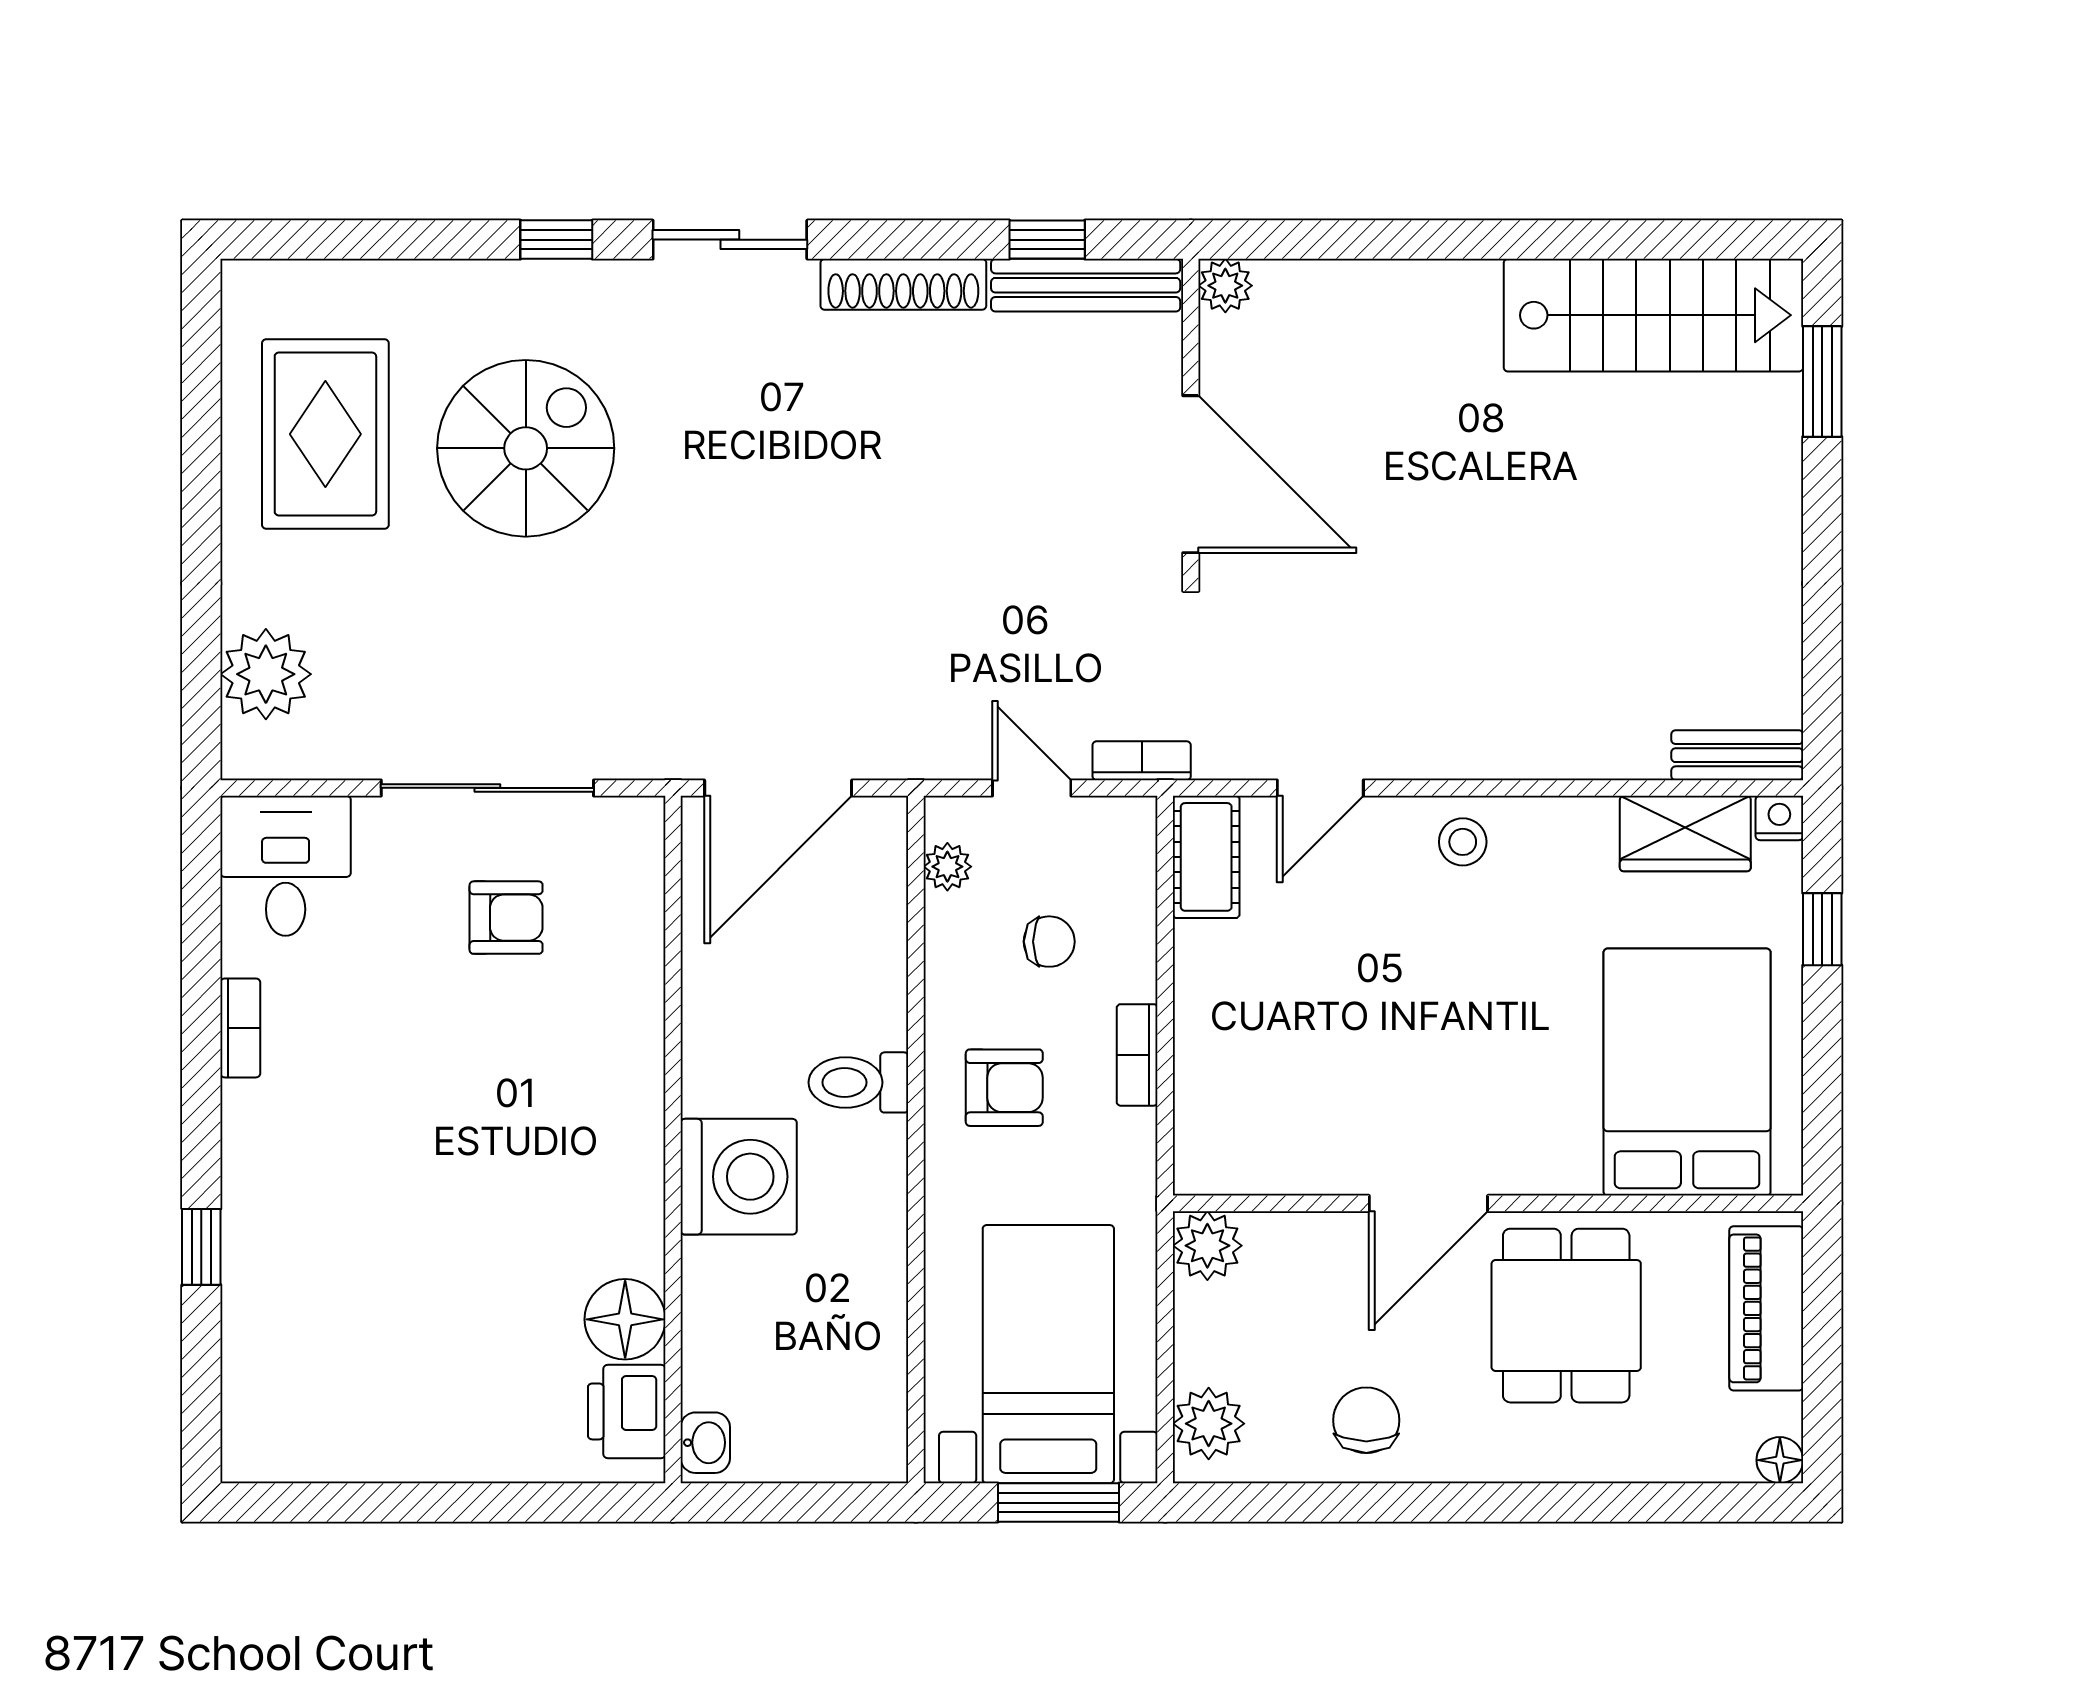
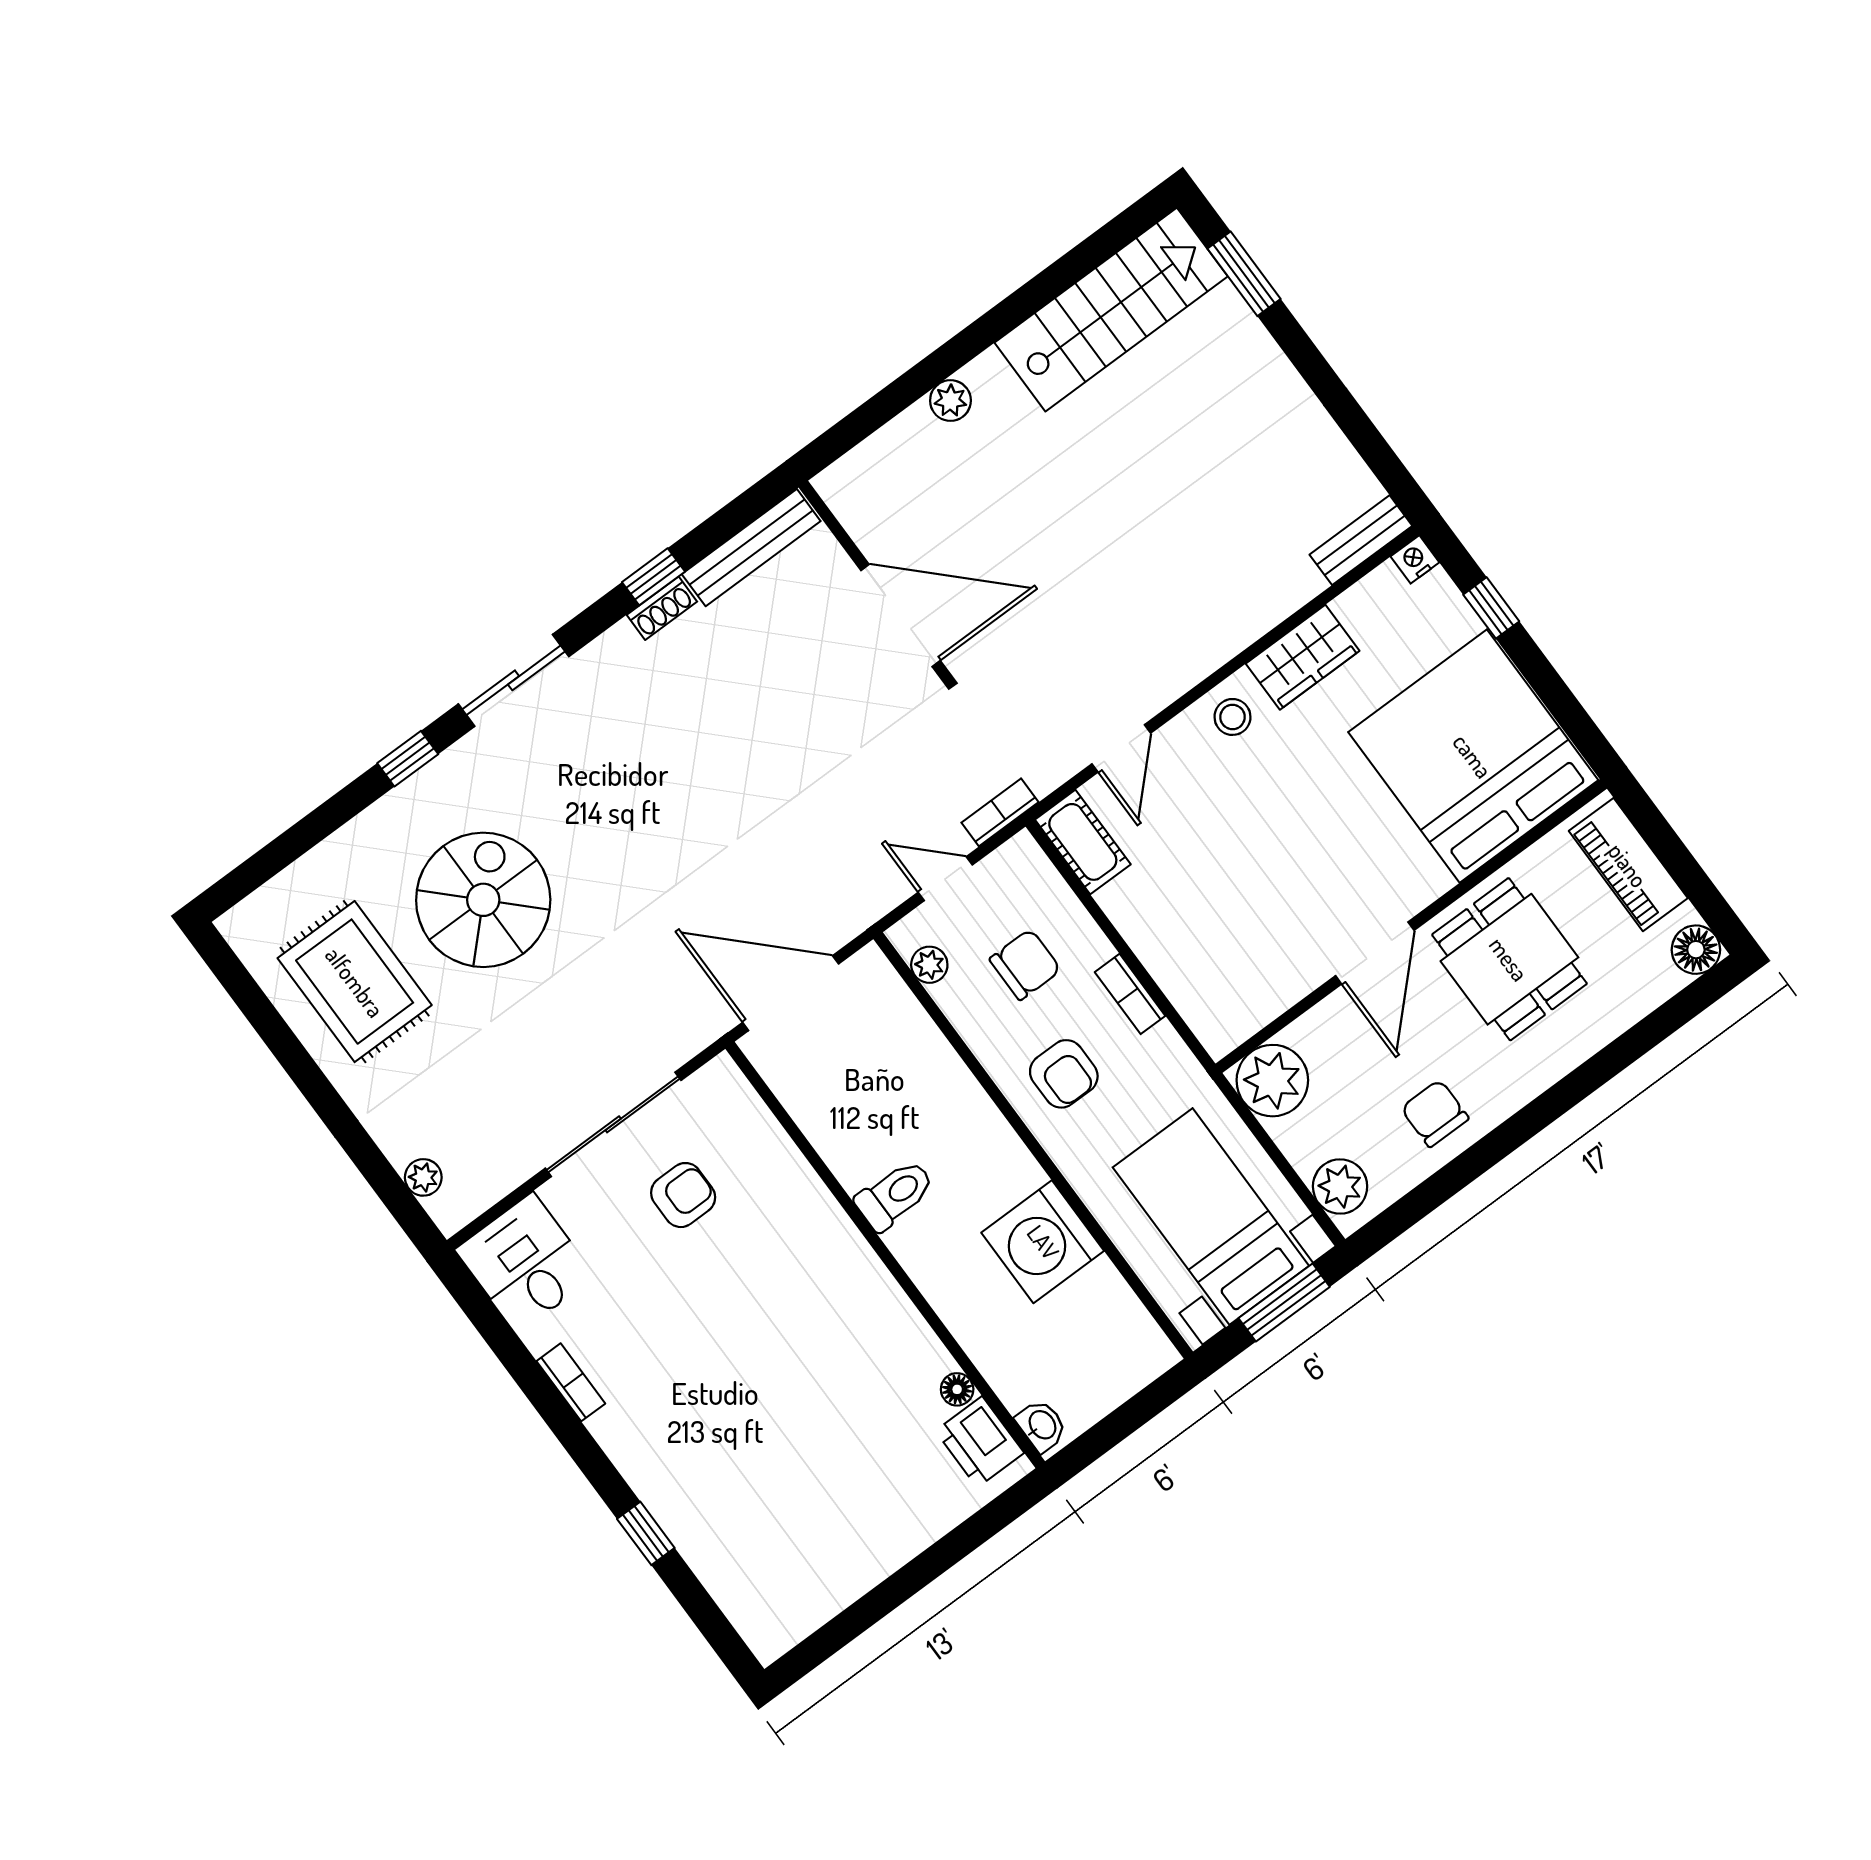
window: (1047, 240) -> (653, 577), moved
shoe rack: (903, 284) -> (662, 608), width x0.51, depth x0.81
plant: (1225, 286) -> (950, 401), moved
plant: (266, 674) -> (423, 1177), width x0.53, depth x0.53
door: (778, 788) -> (791, 993), swing flipped
wardrobe: (1685, 834) -> (1303, 657), moved
chair: (1049, 942) -> (1025, 964), width x1.37, depth x1.37
bed: (1687, 1072) -> (1473, 756), width x1.36
toilet: (858, 1082) -> (895, 1195), moved, turned 180
armchair: (1004, 1088) -> (1064, 1074), turned 90
washing machine: (739, 1177) -> (1043, 1242), moved, turned 180
plant: (1207, 1246) -> (1272, 1081), width x1.36, depth x1.36
floor lamp: (625, 1319) -> (957, 1389), width x0.53, depth x0.53
floor lamp: (1780, 1460) -> (1696, 950), width x1.37, depth x1.37

